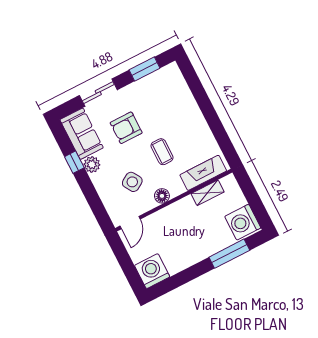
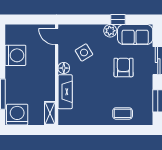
coffee table: (162, 152) -> (123, 113), moved
fireplace: (203, 173) -> (65, 92), moved
shelving: (208, 193) -> (50, 113), moved
washing machine: (152, 271) -> (15, 55), moved

